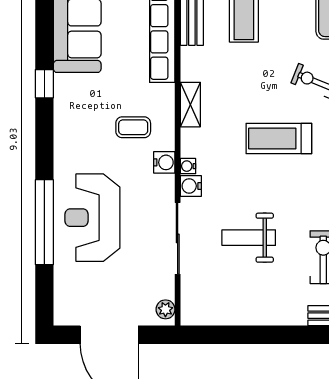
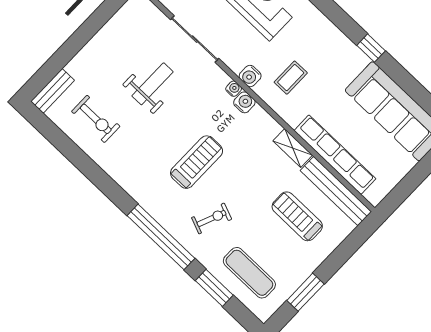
shelving: (190, 105) -> (293, 148), moved
water cooler: (191, 186) -> (244, 102), moved

